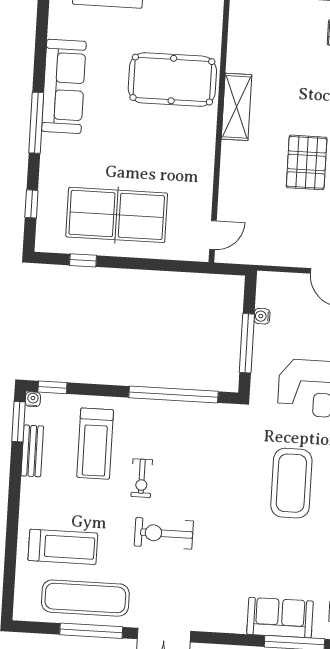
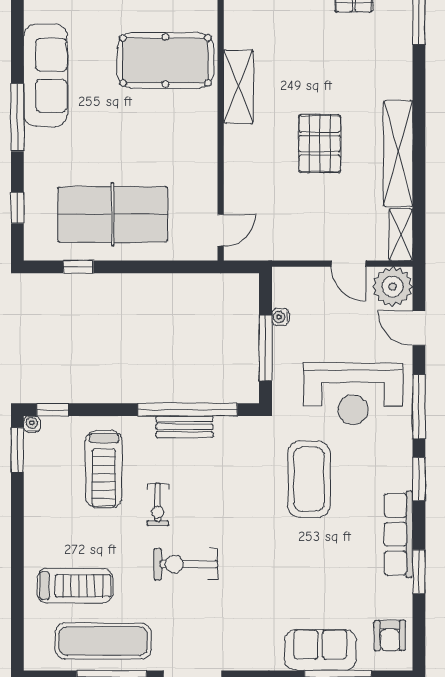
bench: (32, 451) -> (184, 427), moved, turned 90
coffee table: (291, 483) -> (309, 479), moved

